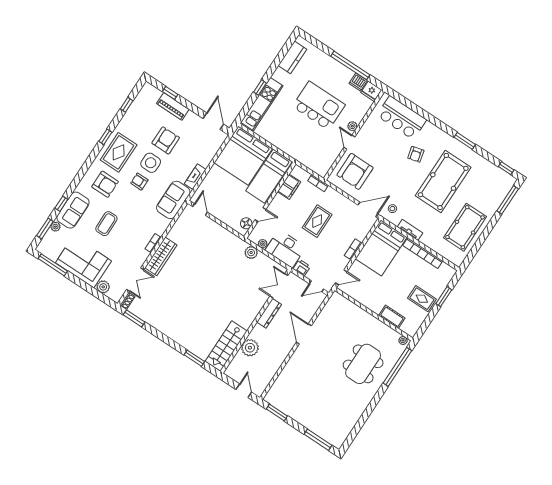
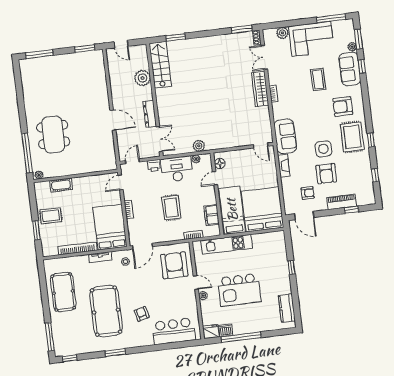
kitchen unit: (262, 104) -> (227, 244), moved, turned -90
armchair: (139, 182) -> (308, 193), moved

